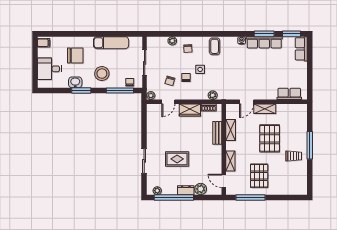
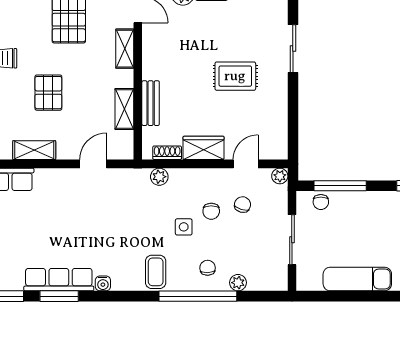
window: (193, 34) -> (198, 296), added
stool: (102, 74) -> (375, 219), removed
shelving: (265, 109) -> (34, 150), moved
pallet: (270, 138) -> (48, 93), width x0.67, depth x0.71
rug: (177, 159) -> (235, 76), moved

